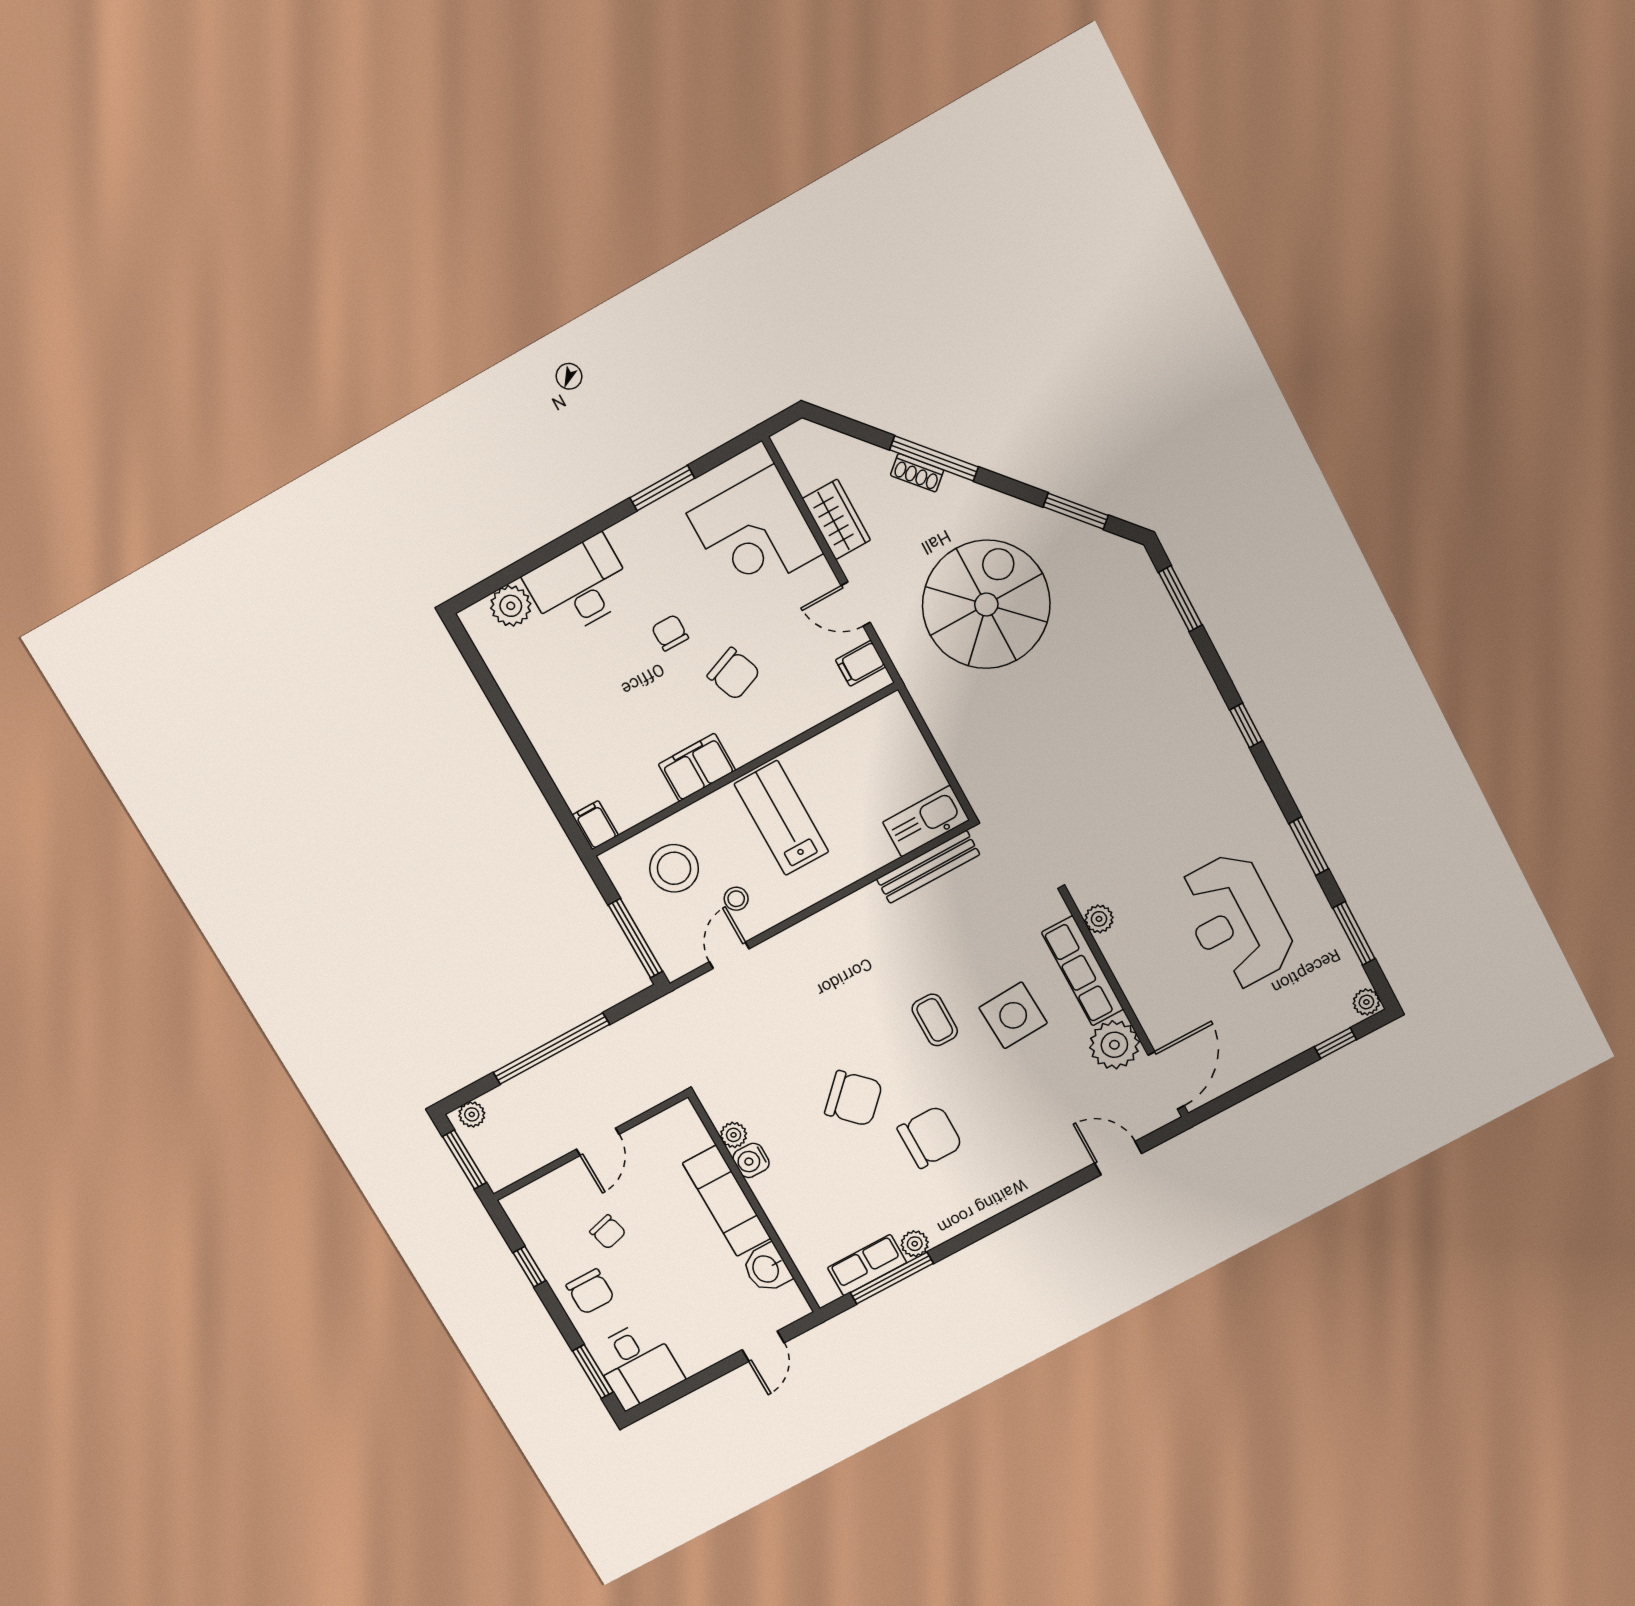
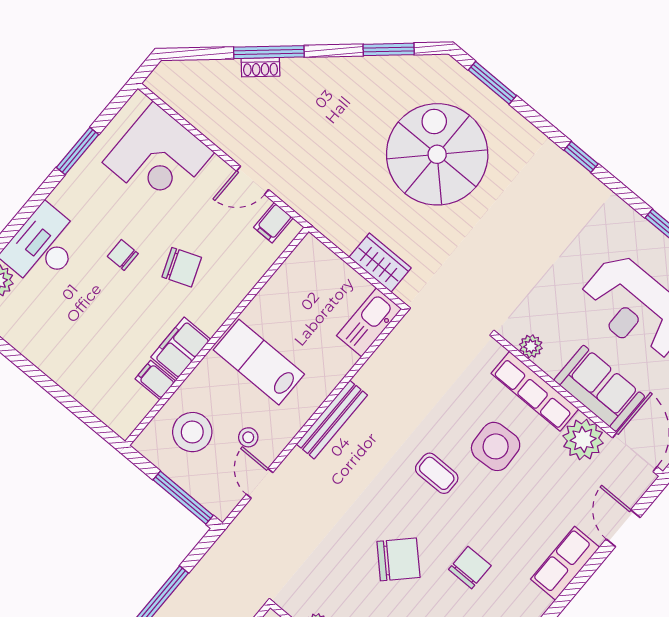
wardrobe: (836, 519) -> (380, 263), moved
spiral stairs: (986, 605) -> (437, 154), moved
filing cabinet: (595, 825) -> (155, 380), moved
bench: (928, 867) -> (332, 420), moved
sofa: (1156, 995) -> (599, 388), added
chair: (930, 1137) -> (470, 568), width x0.73, depth x0.73
door: (1118, 1158) -> (623, 528), hinge flipped
row of seats: (1038, 1172) -> (565, 563), added

